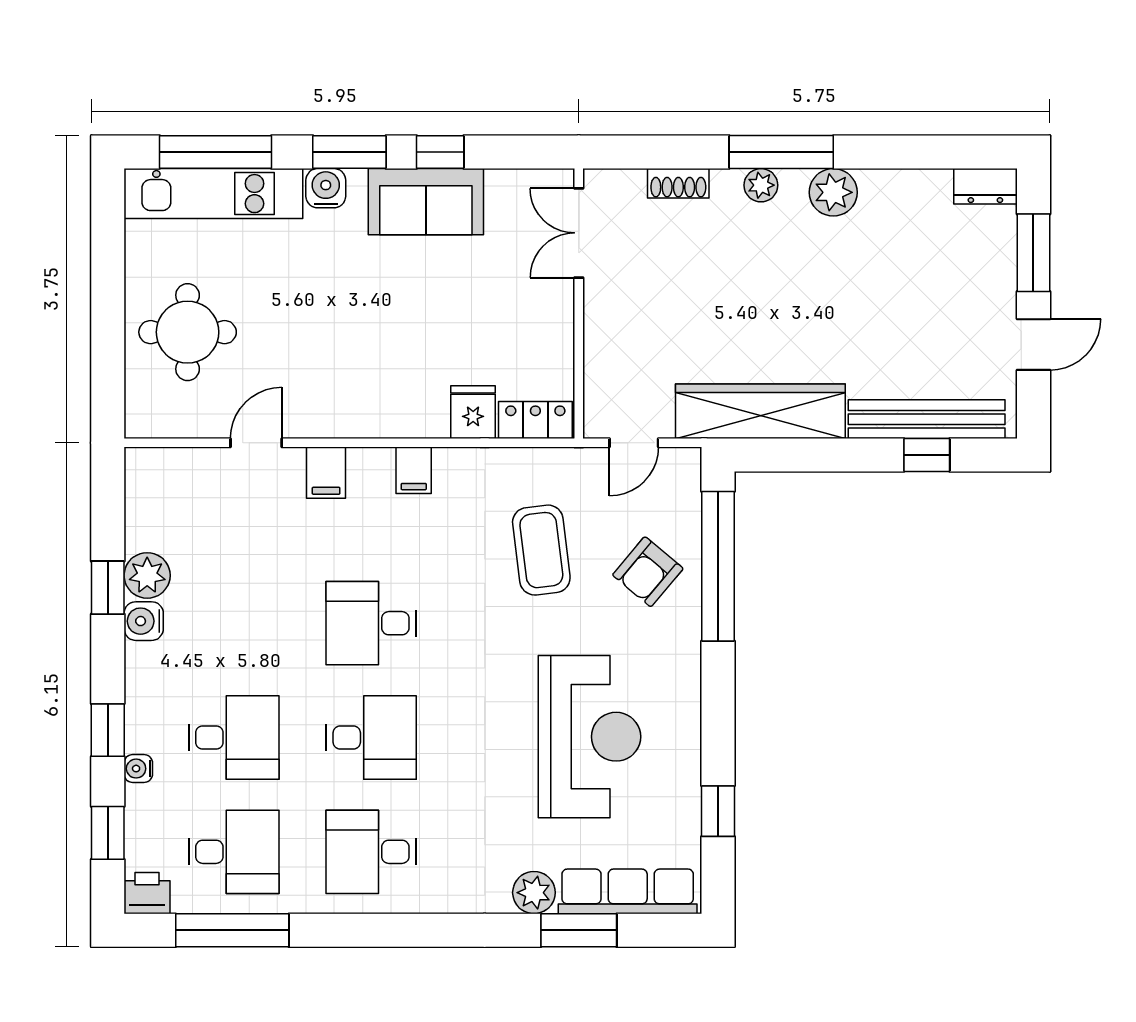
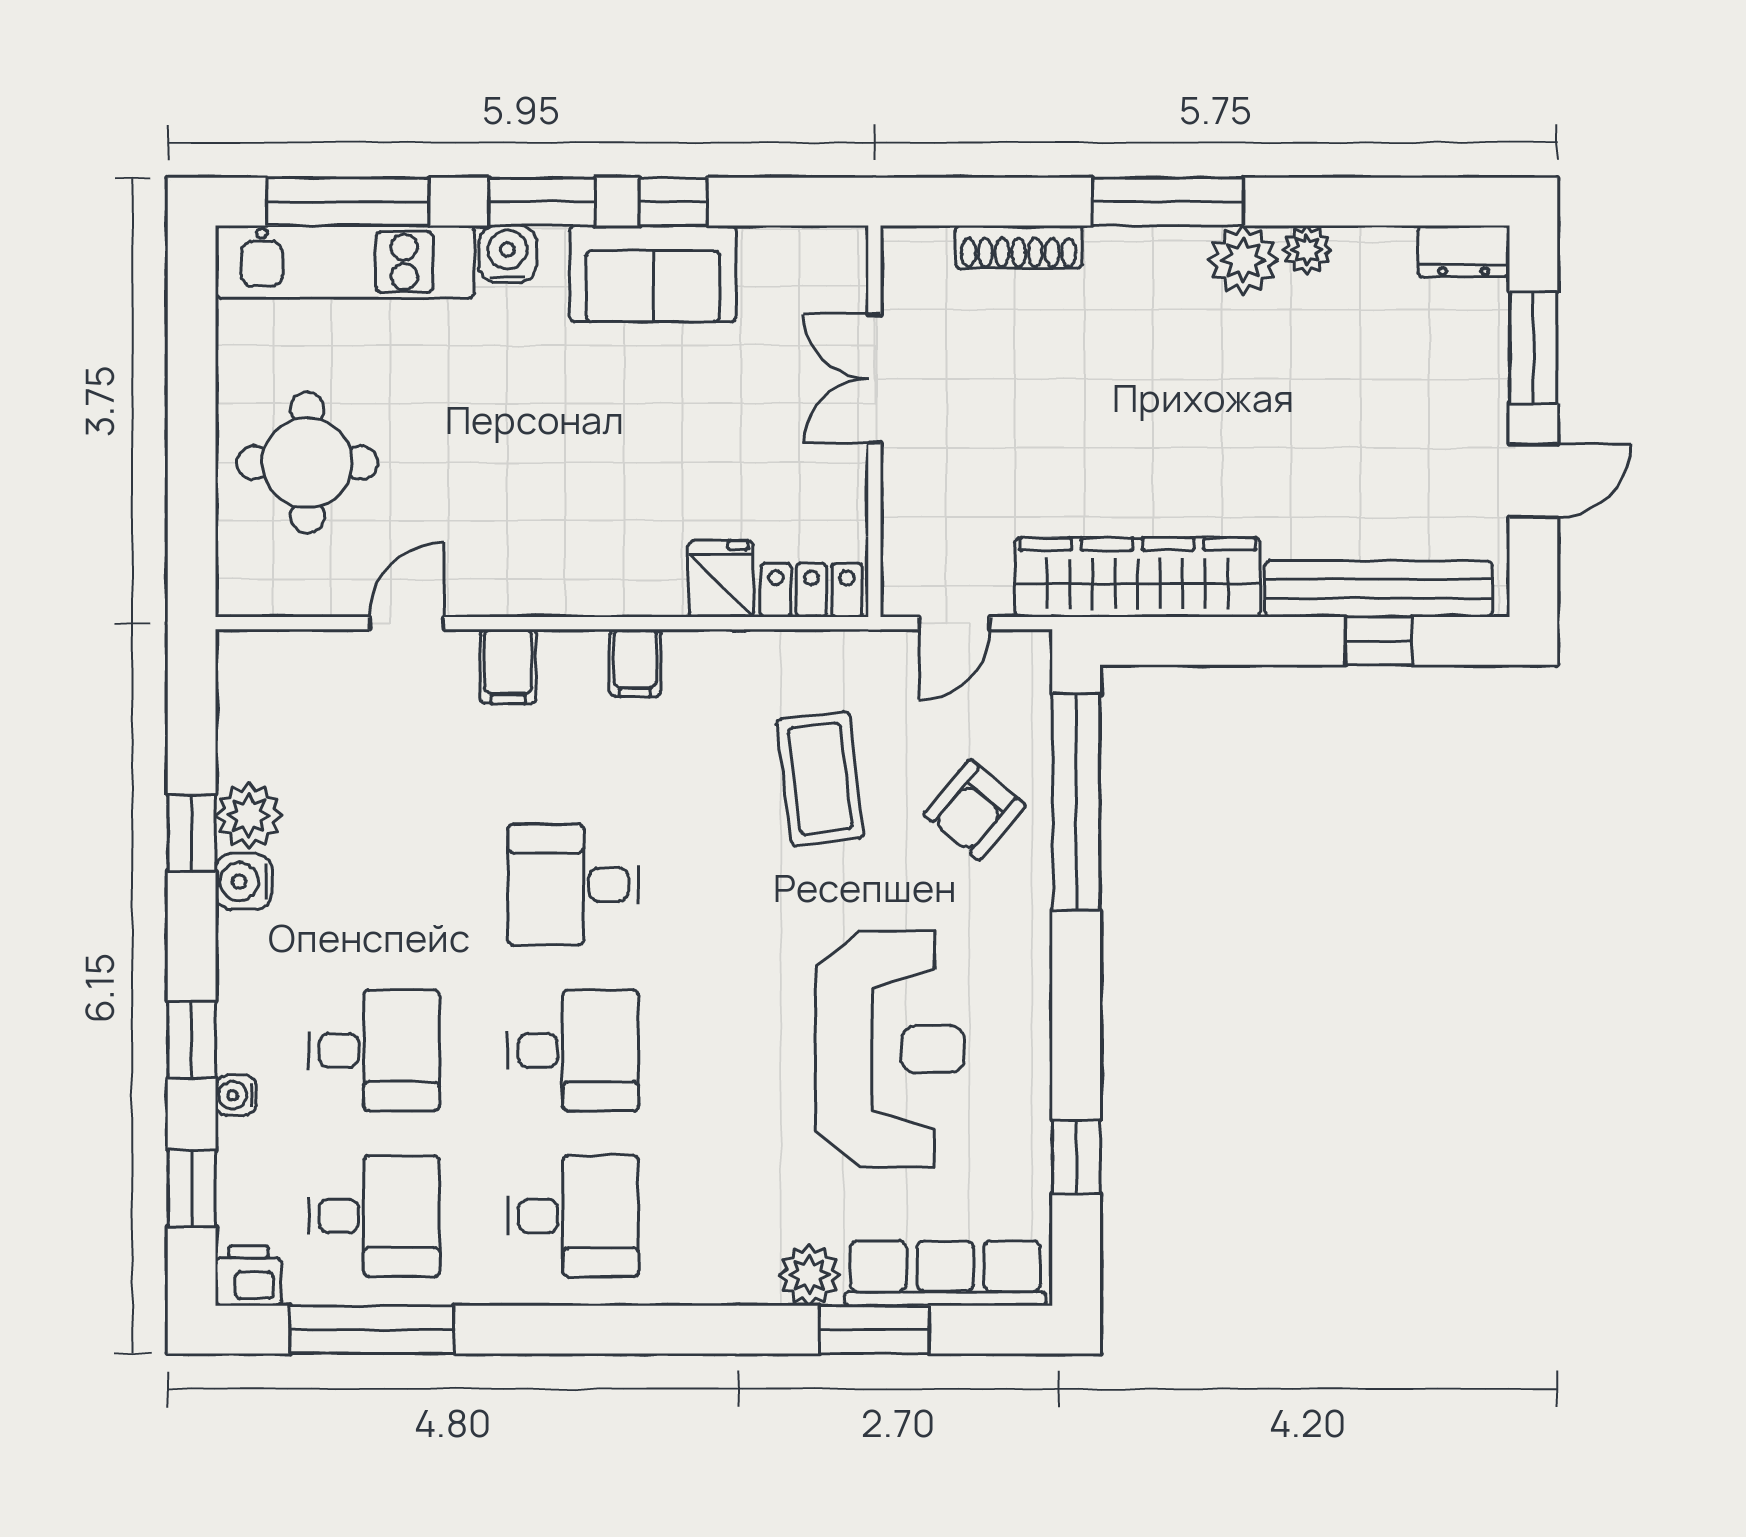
shoe rack: (678, 183) -> (1019, 247), width x1.43
plant: (761, 185) -> (1307, 250), moved
double door: (579, 233) -> (874, 378), moved
desk: (371, 852) -> (573, 1216), turned 180

